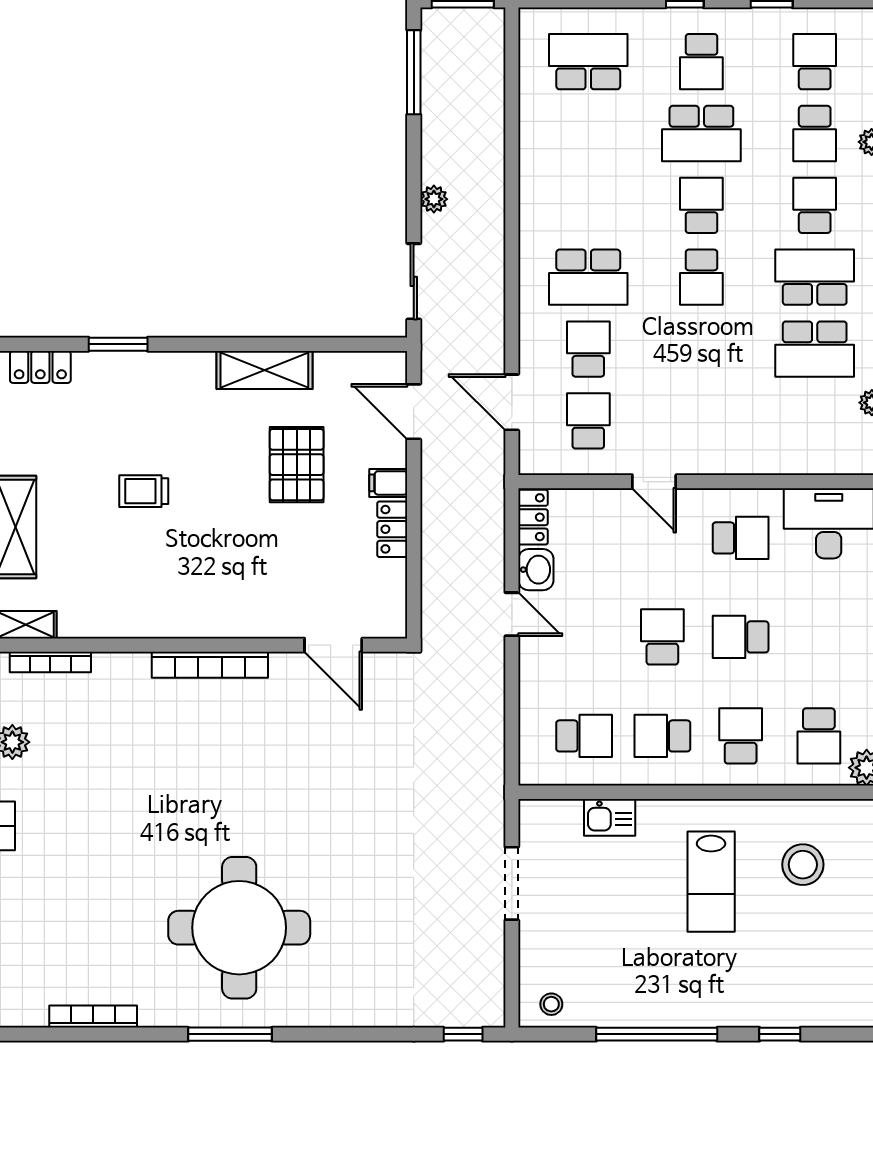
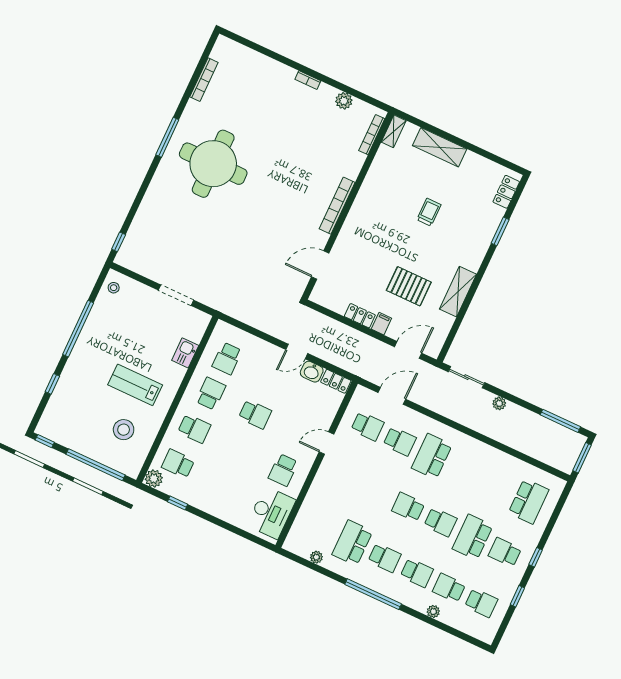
school desk: (815, 277) -> (385, 558), width x0.54
school desk: (741, 637) -> (239, 449), removed

